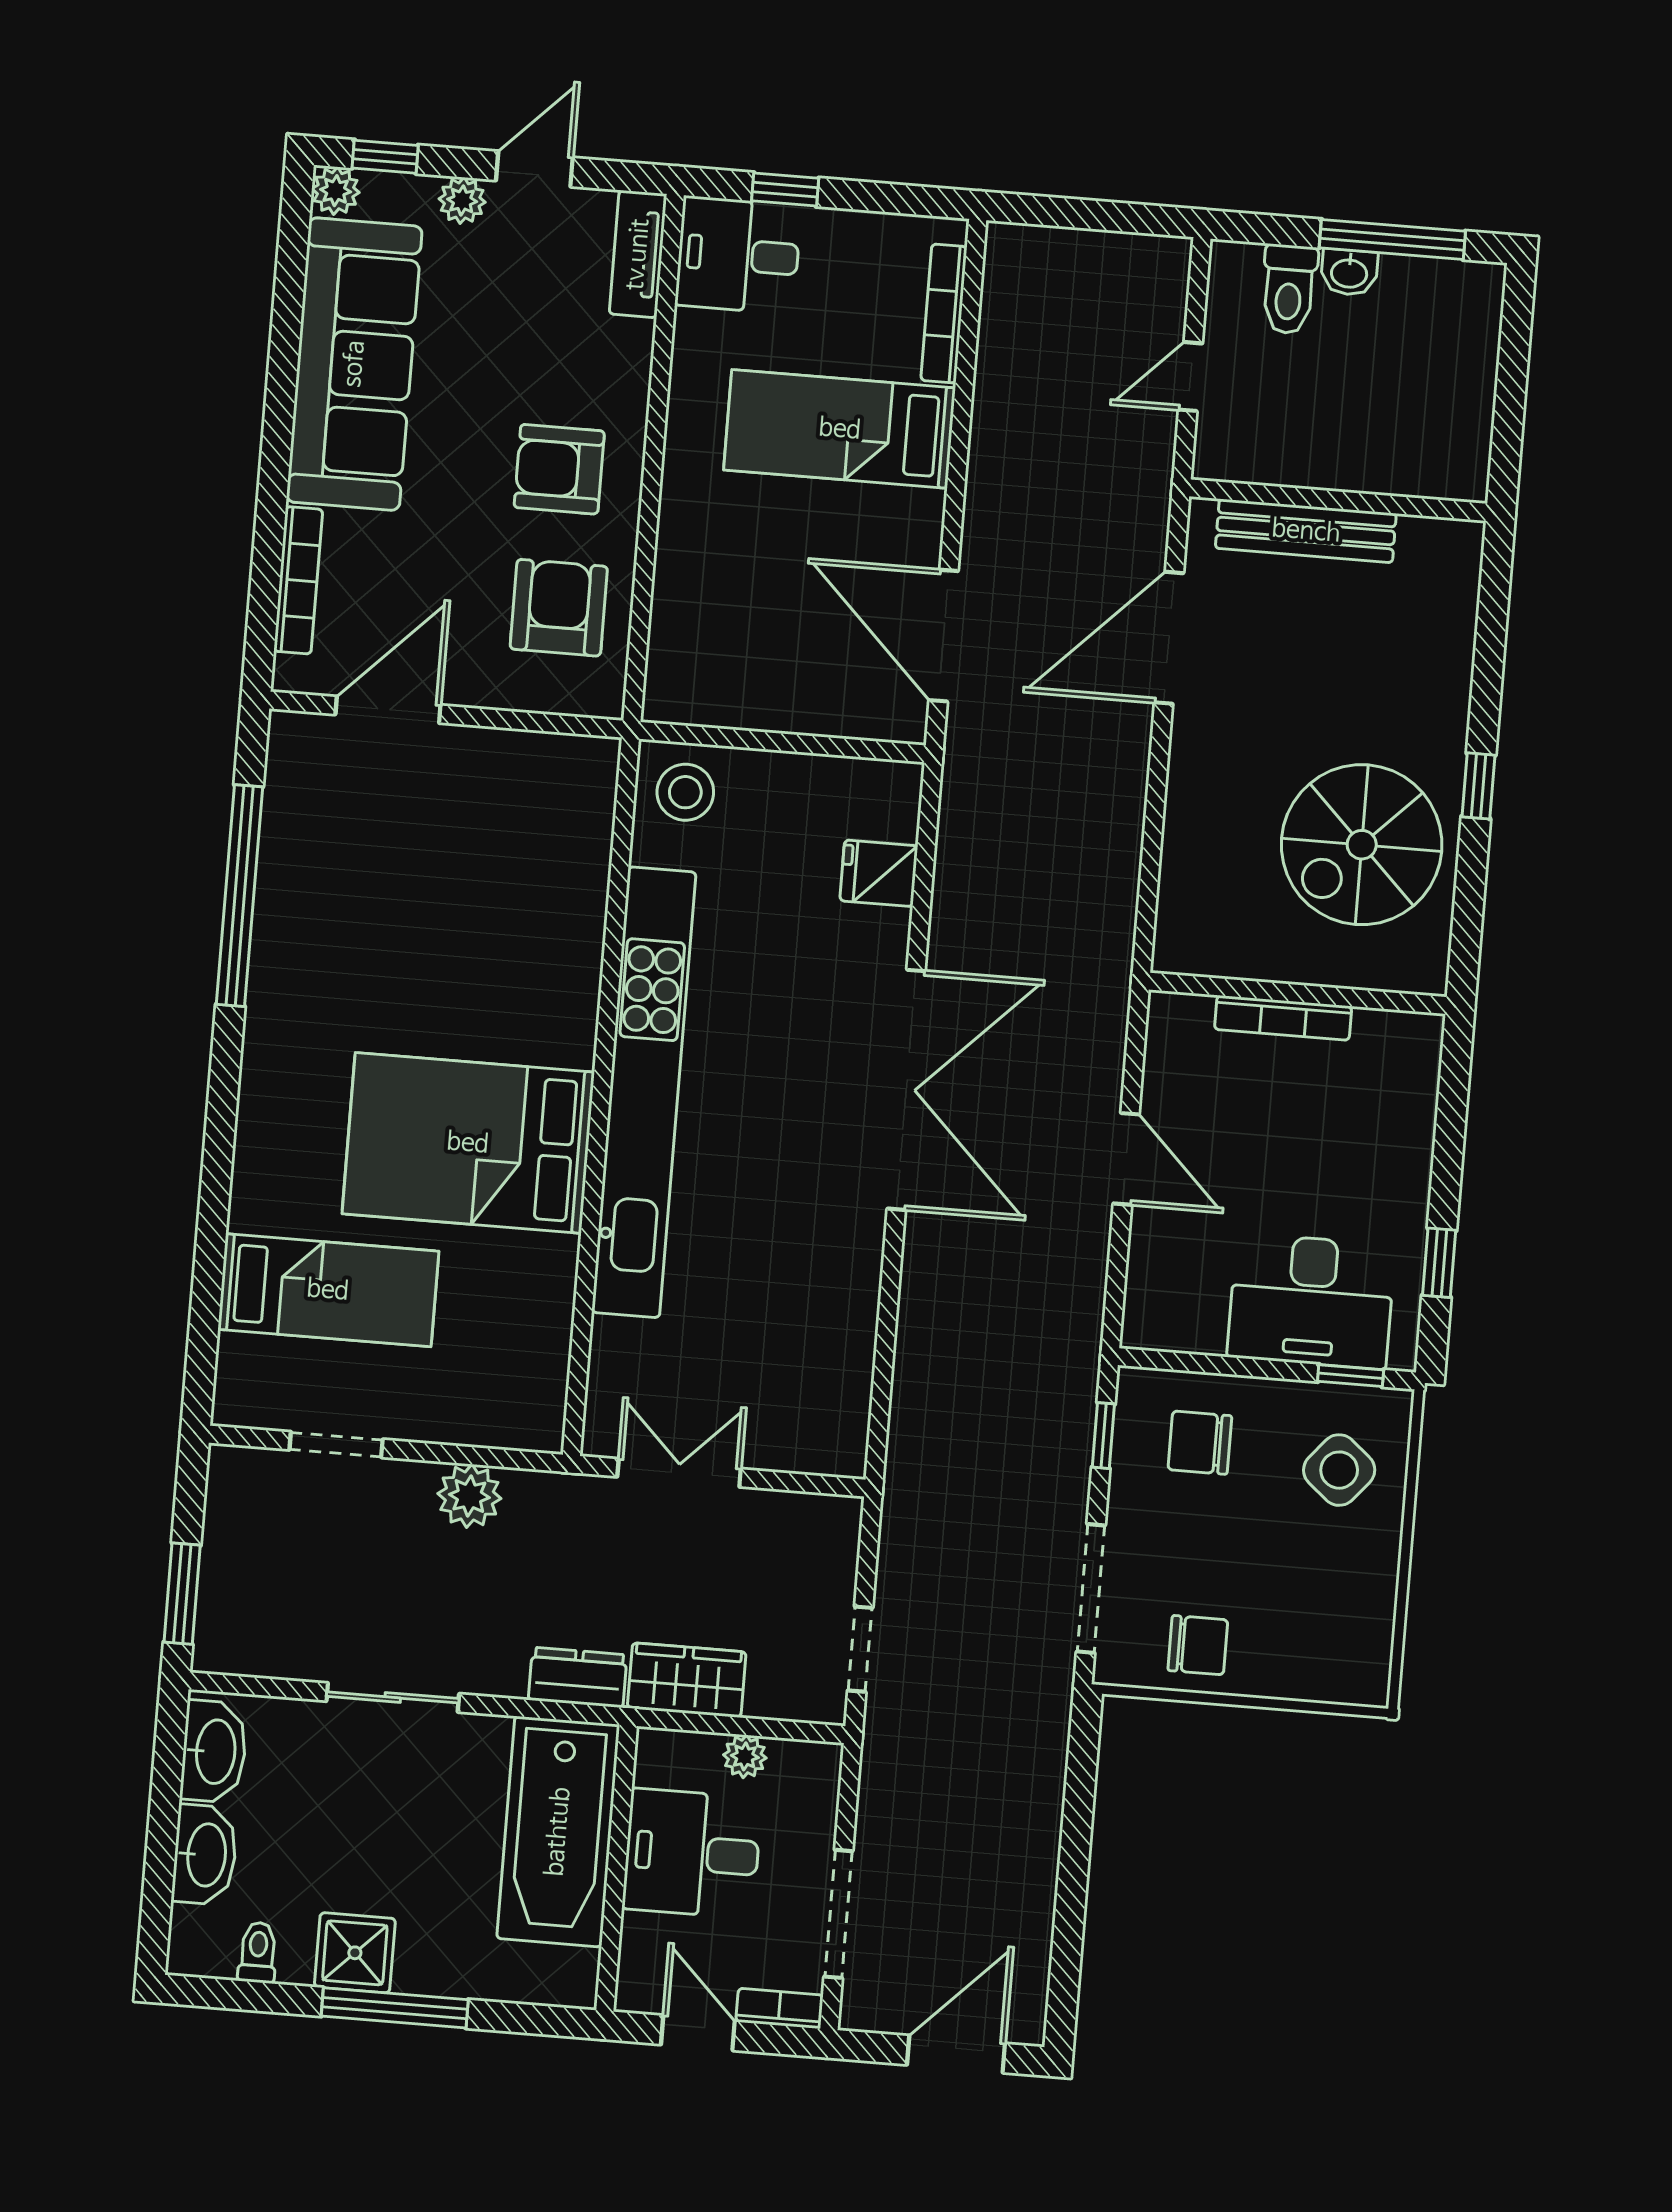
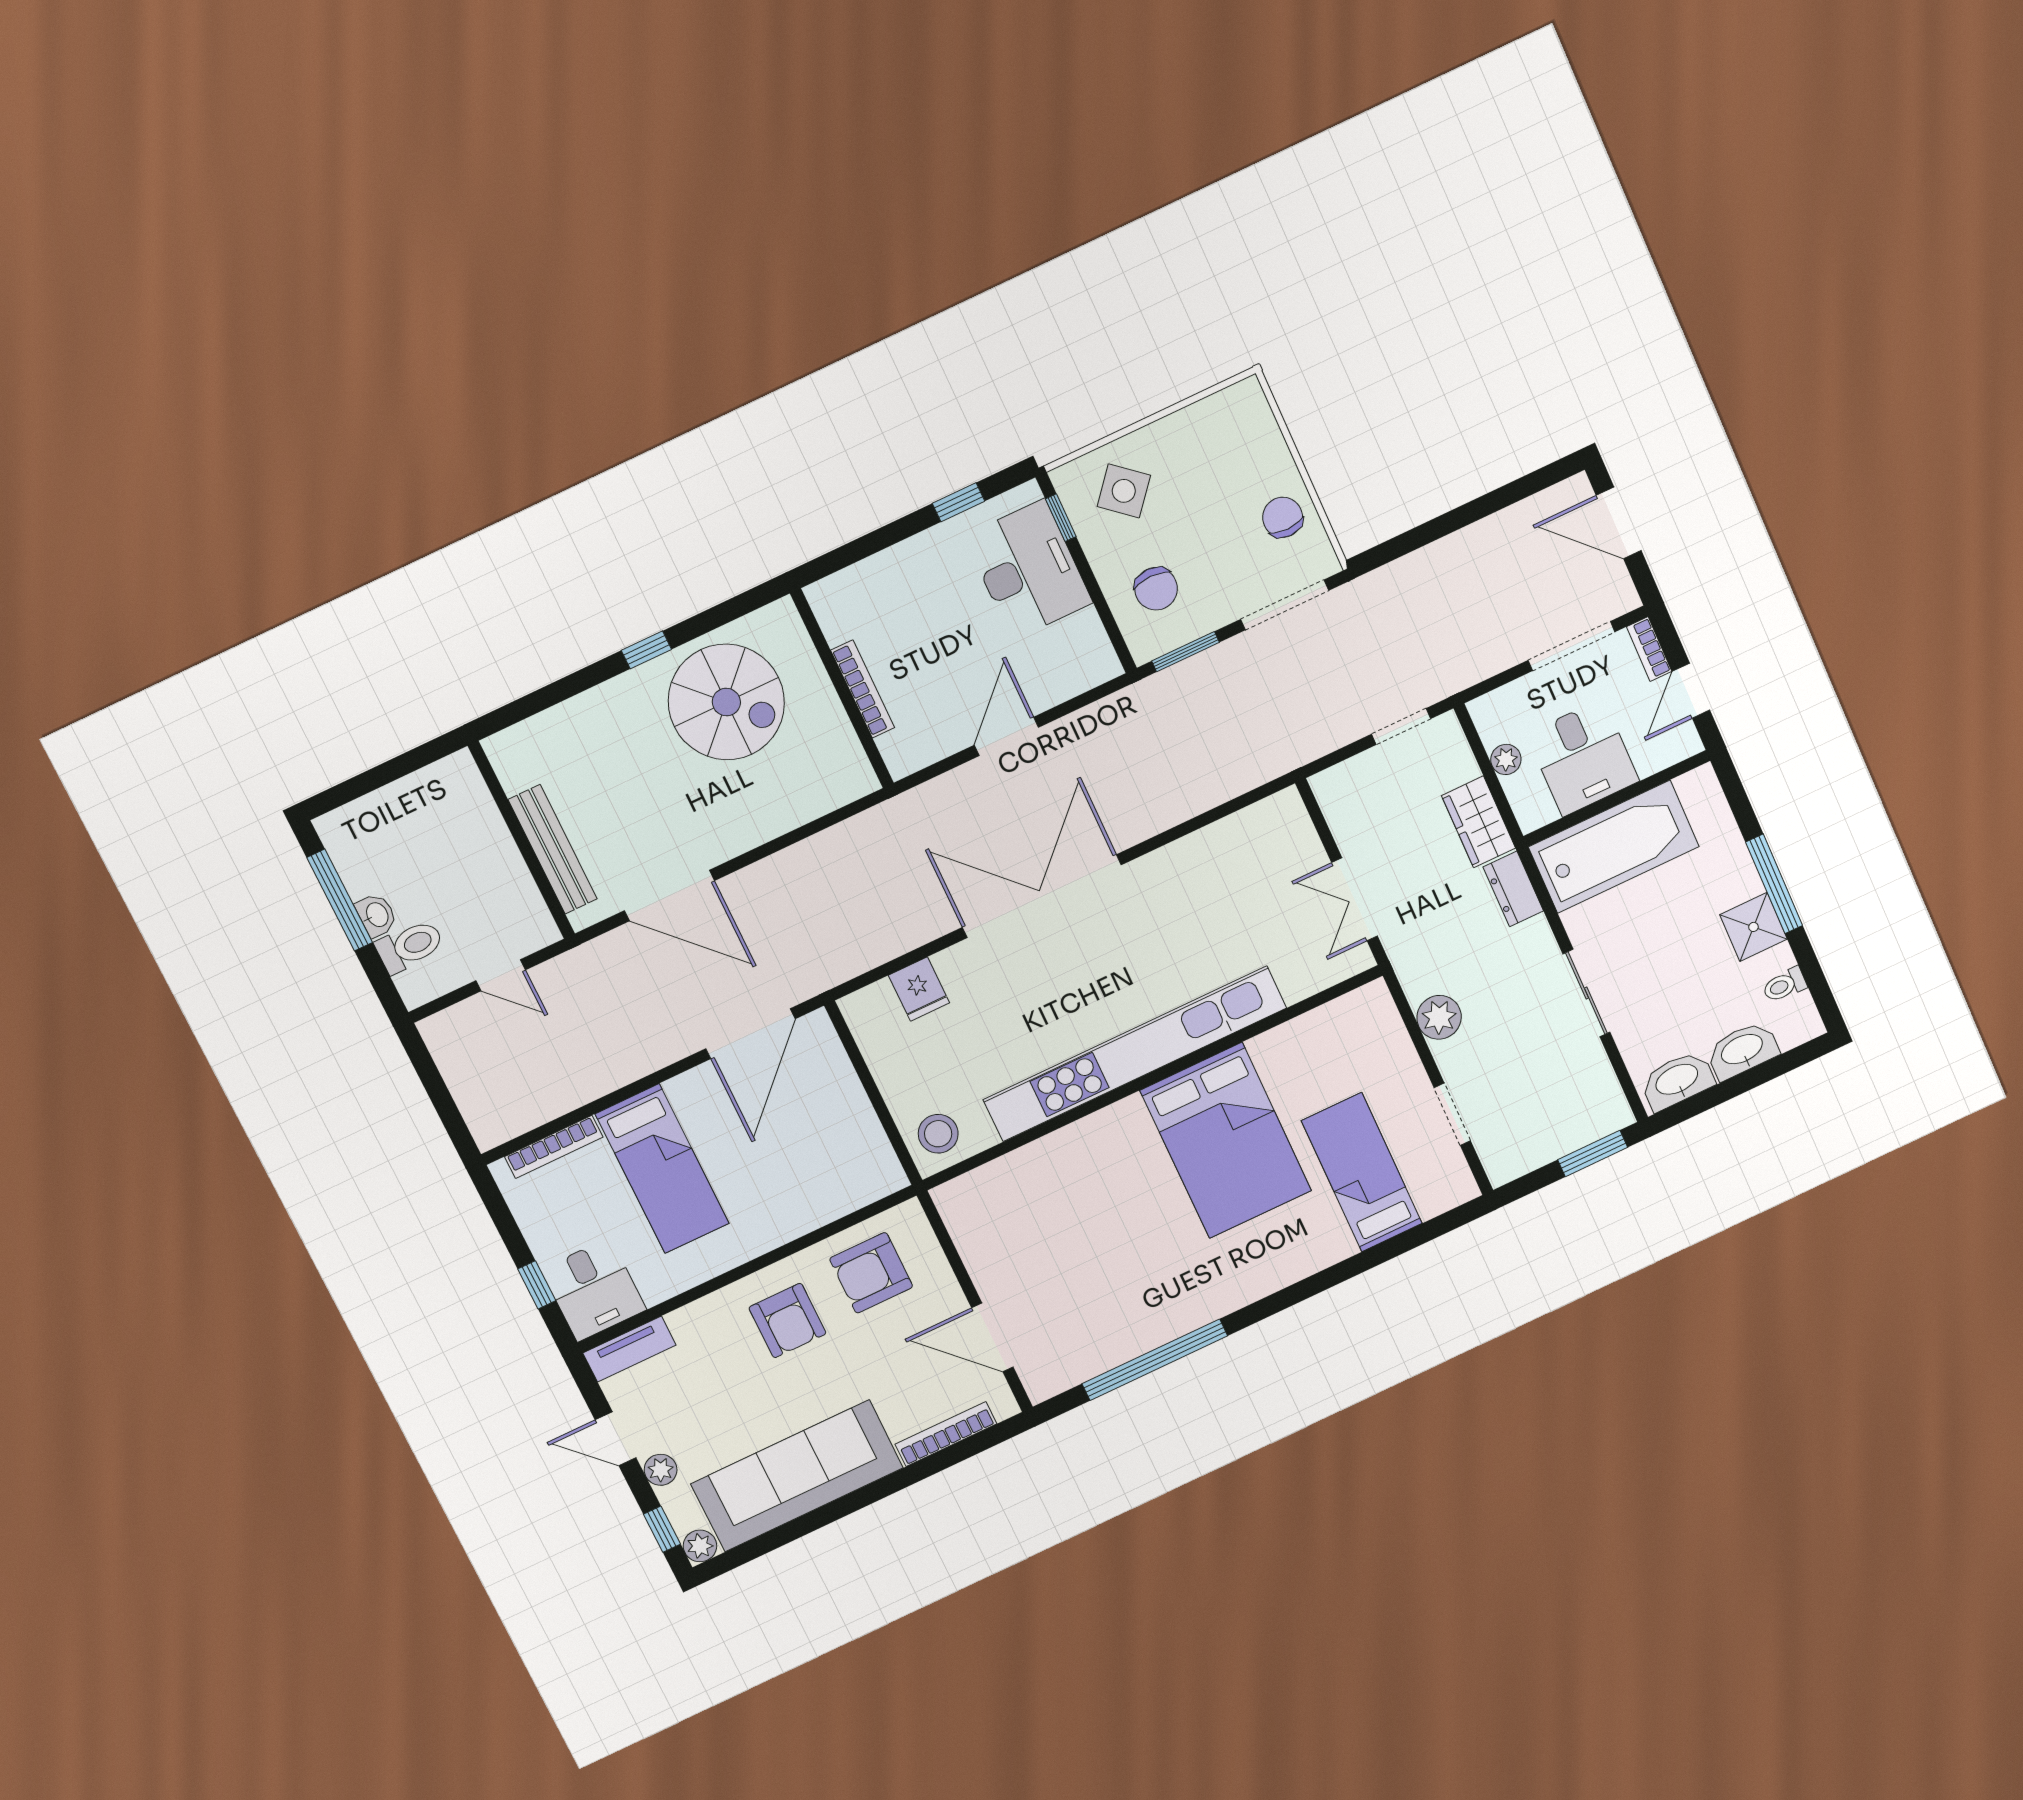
window: (1103, 1436) -> (1186, 652), width x1.50

